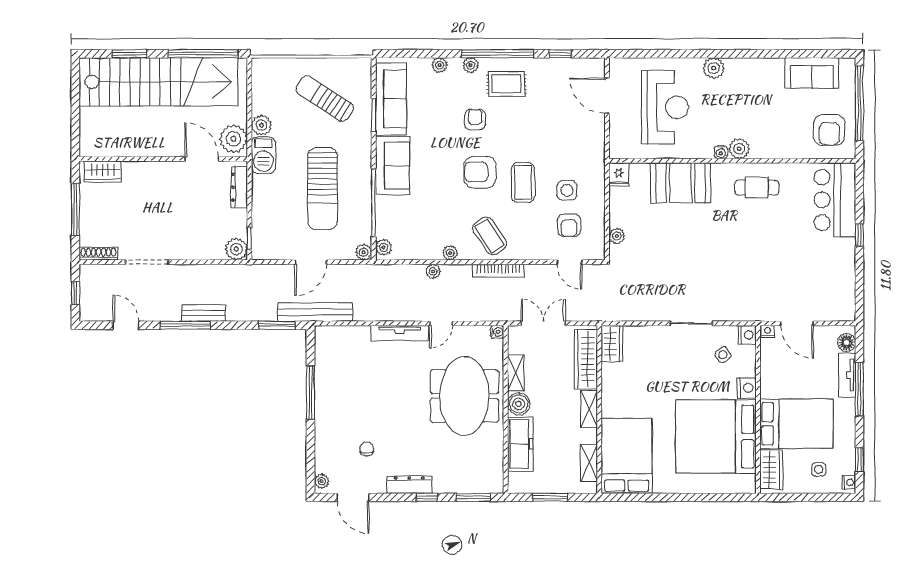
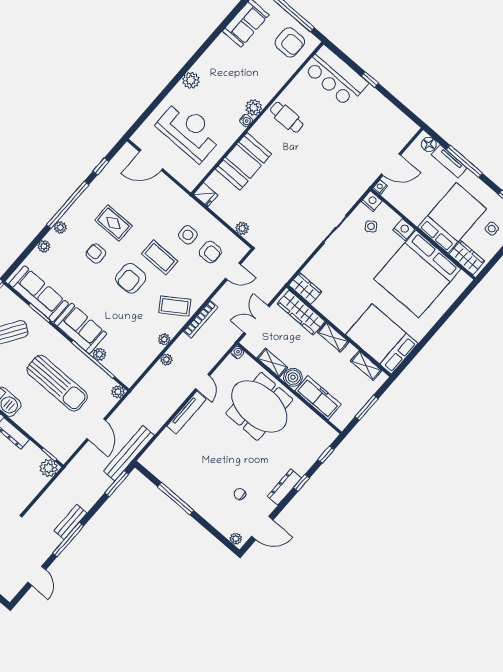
rug: (506, 84) -> (113, 223), moved, turned 90
cafe table: (757, 188) -> (287, 117), turned 90
plant: (384, 247) -> (99, 354), moved
door: (126, 325) -> (37, 576), swing flipped
window: (473, 497) -> (326, 455), width x0.67

